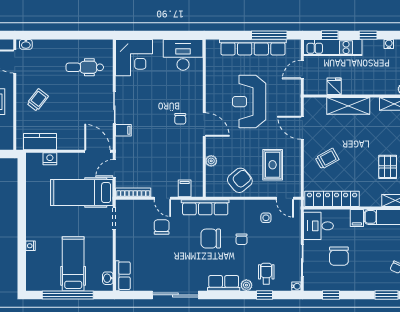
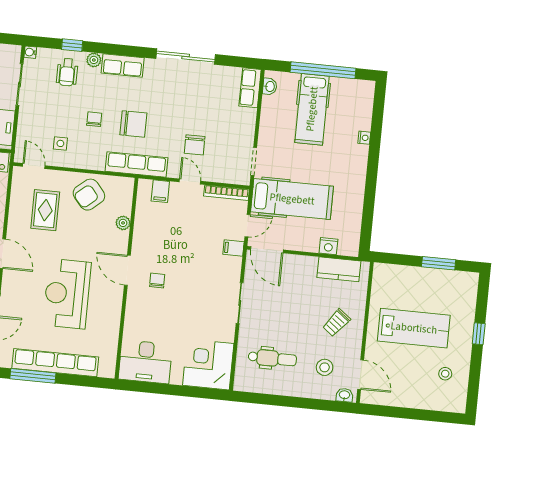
stool: (43, 64) -> (325, 367), added
reception desk: (249, 102) -> (67, 294), turned 180
filing cabinet: (123, 130) -> (233, 248), moved

